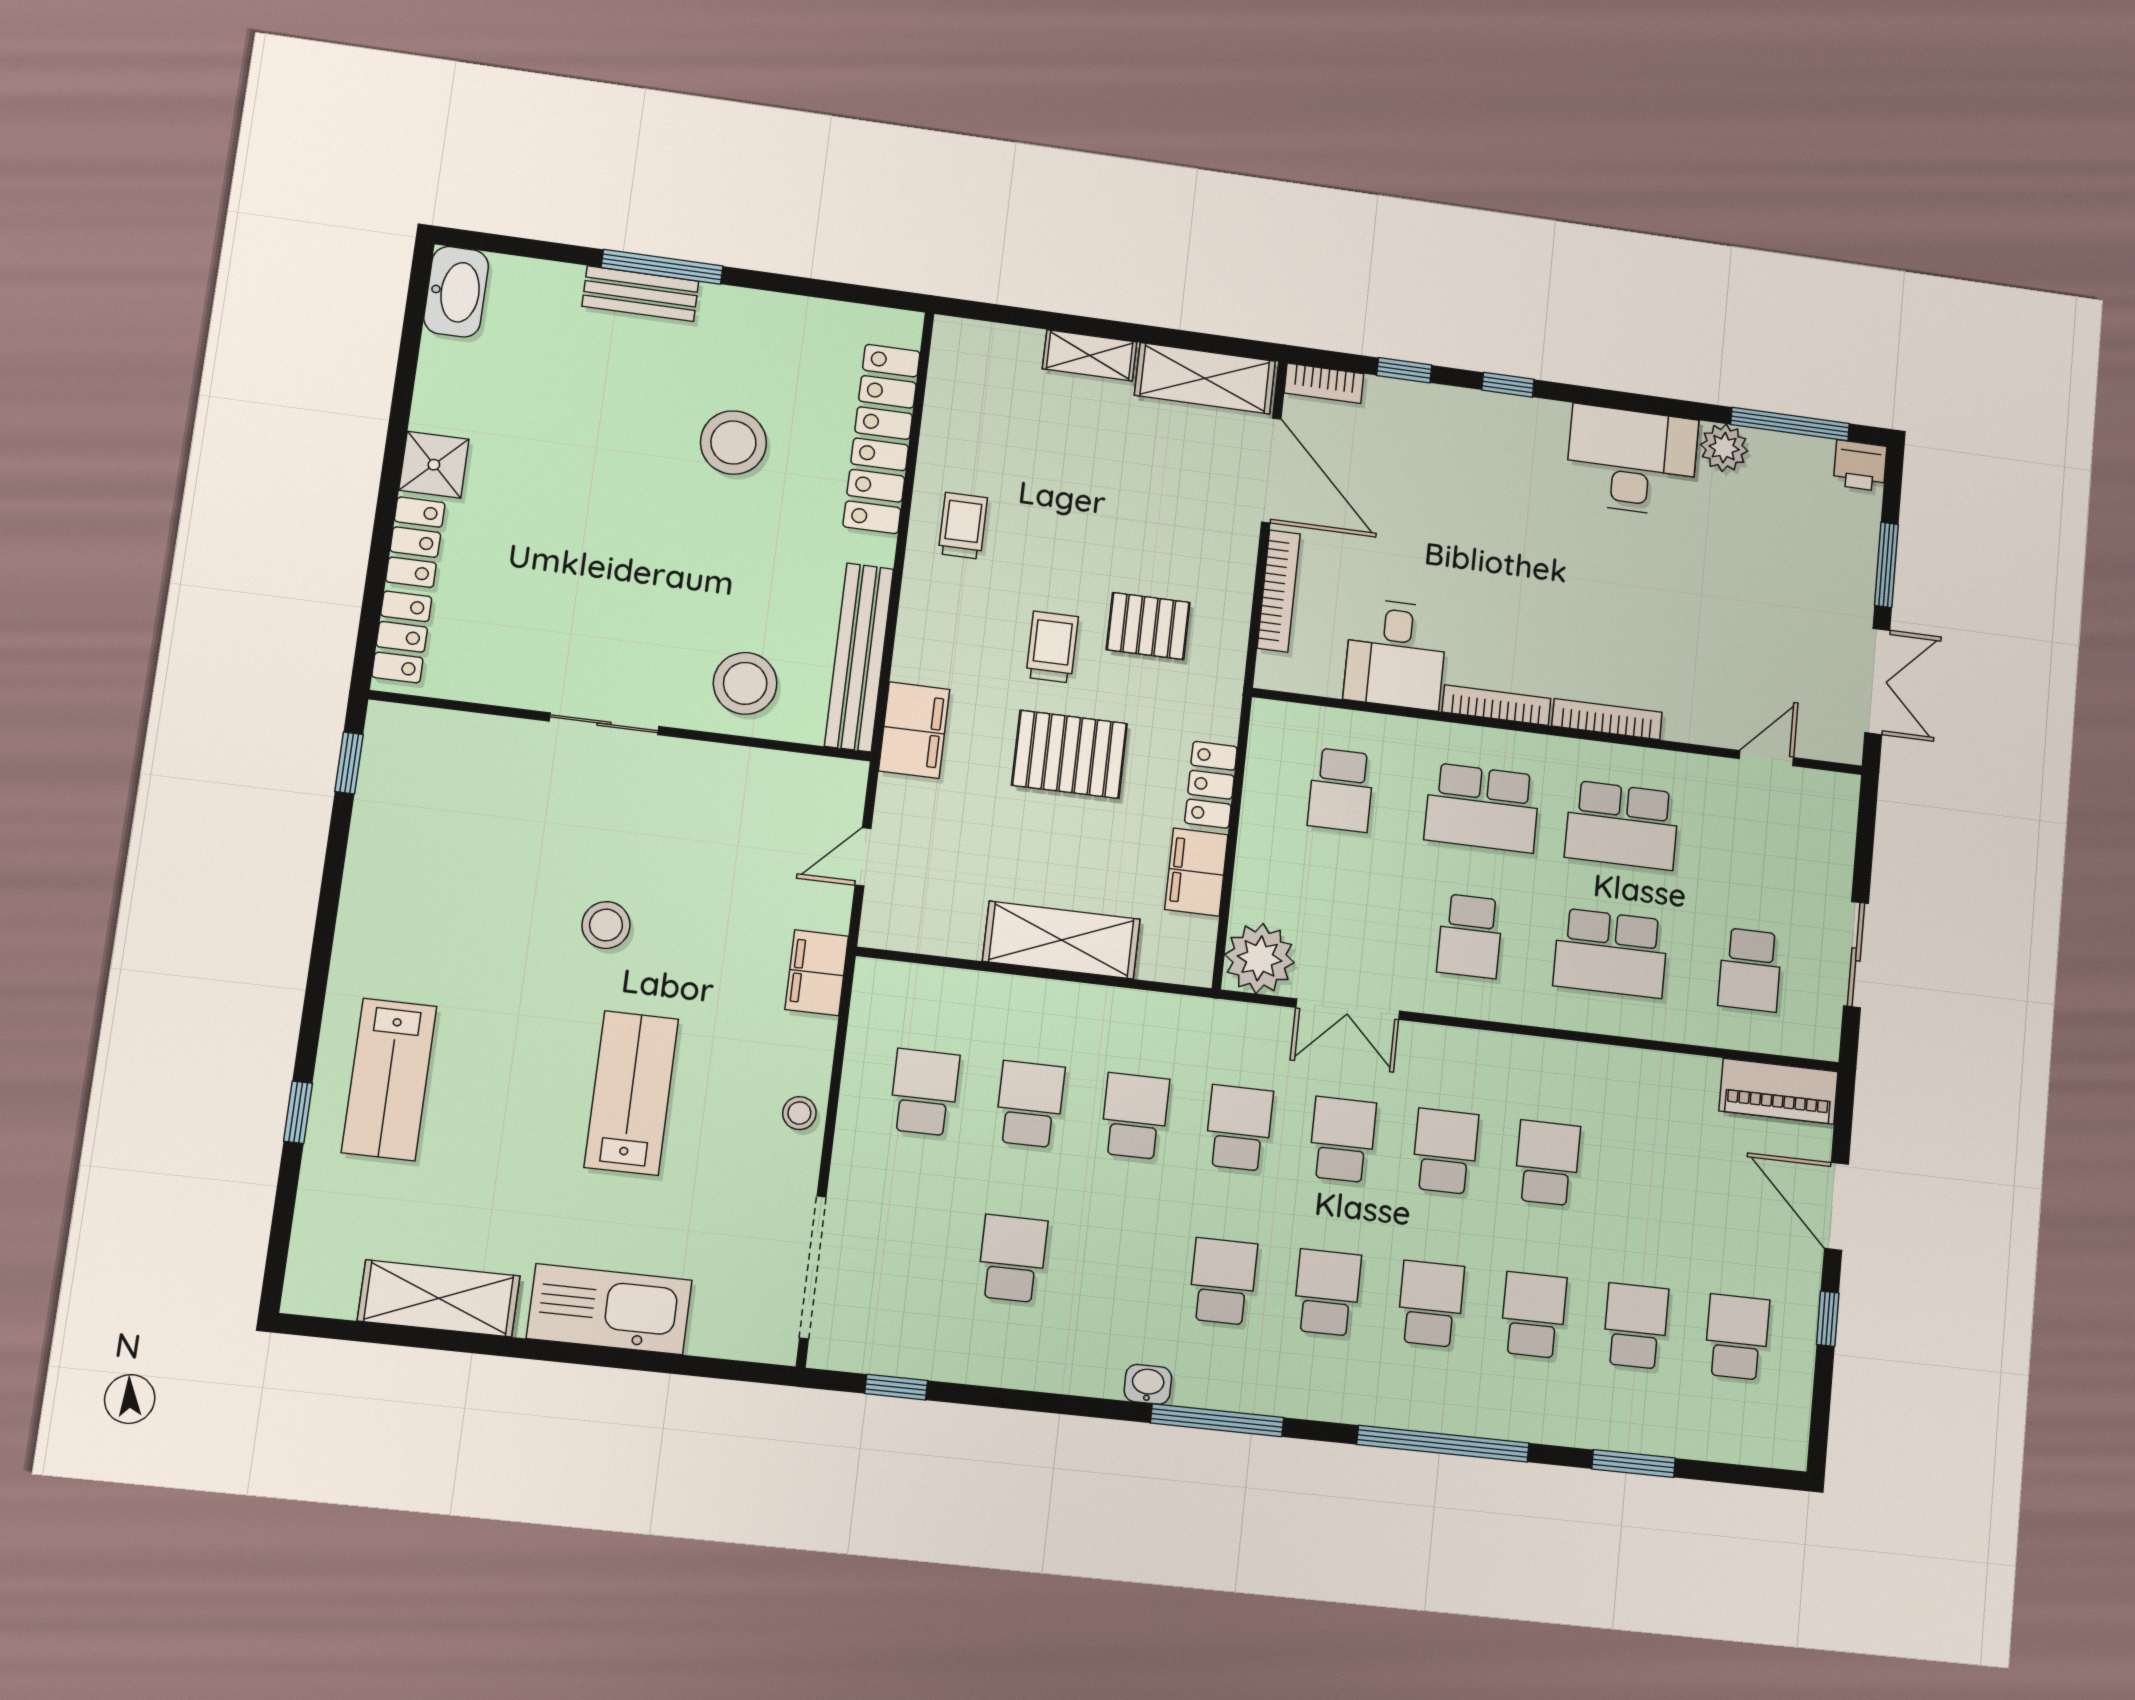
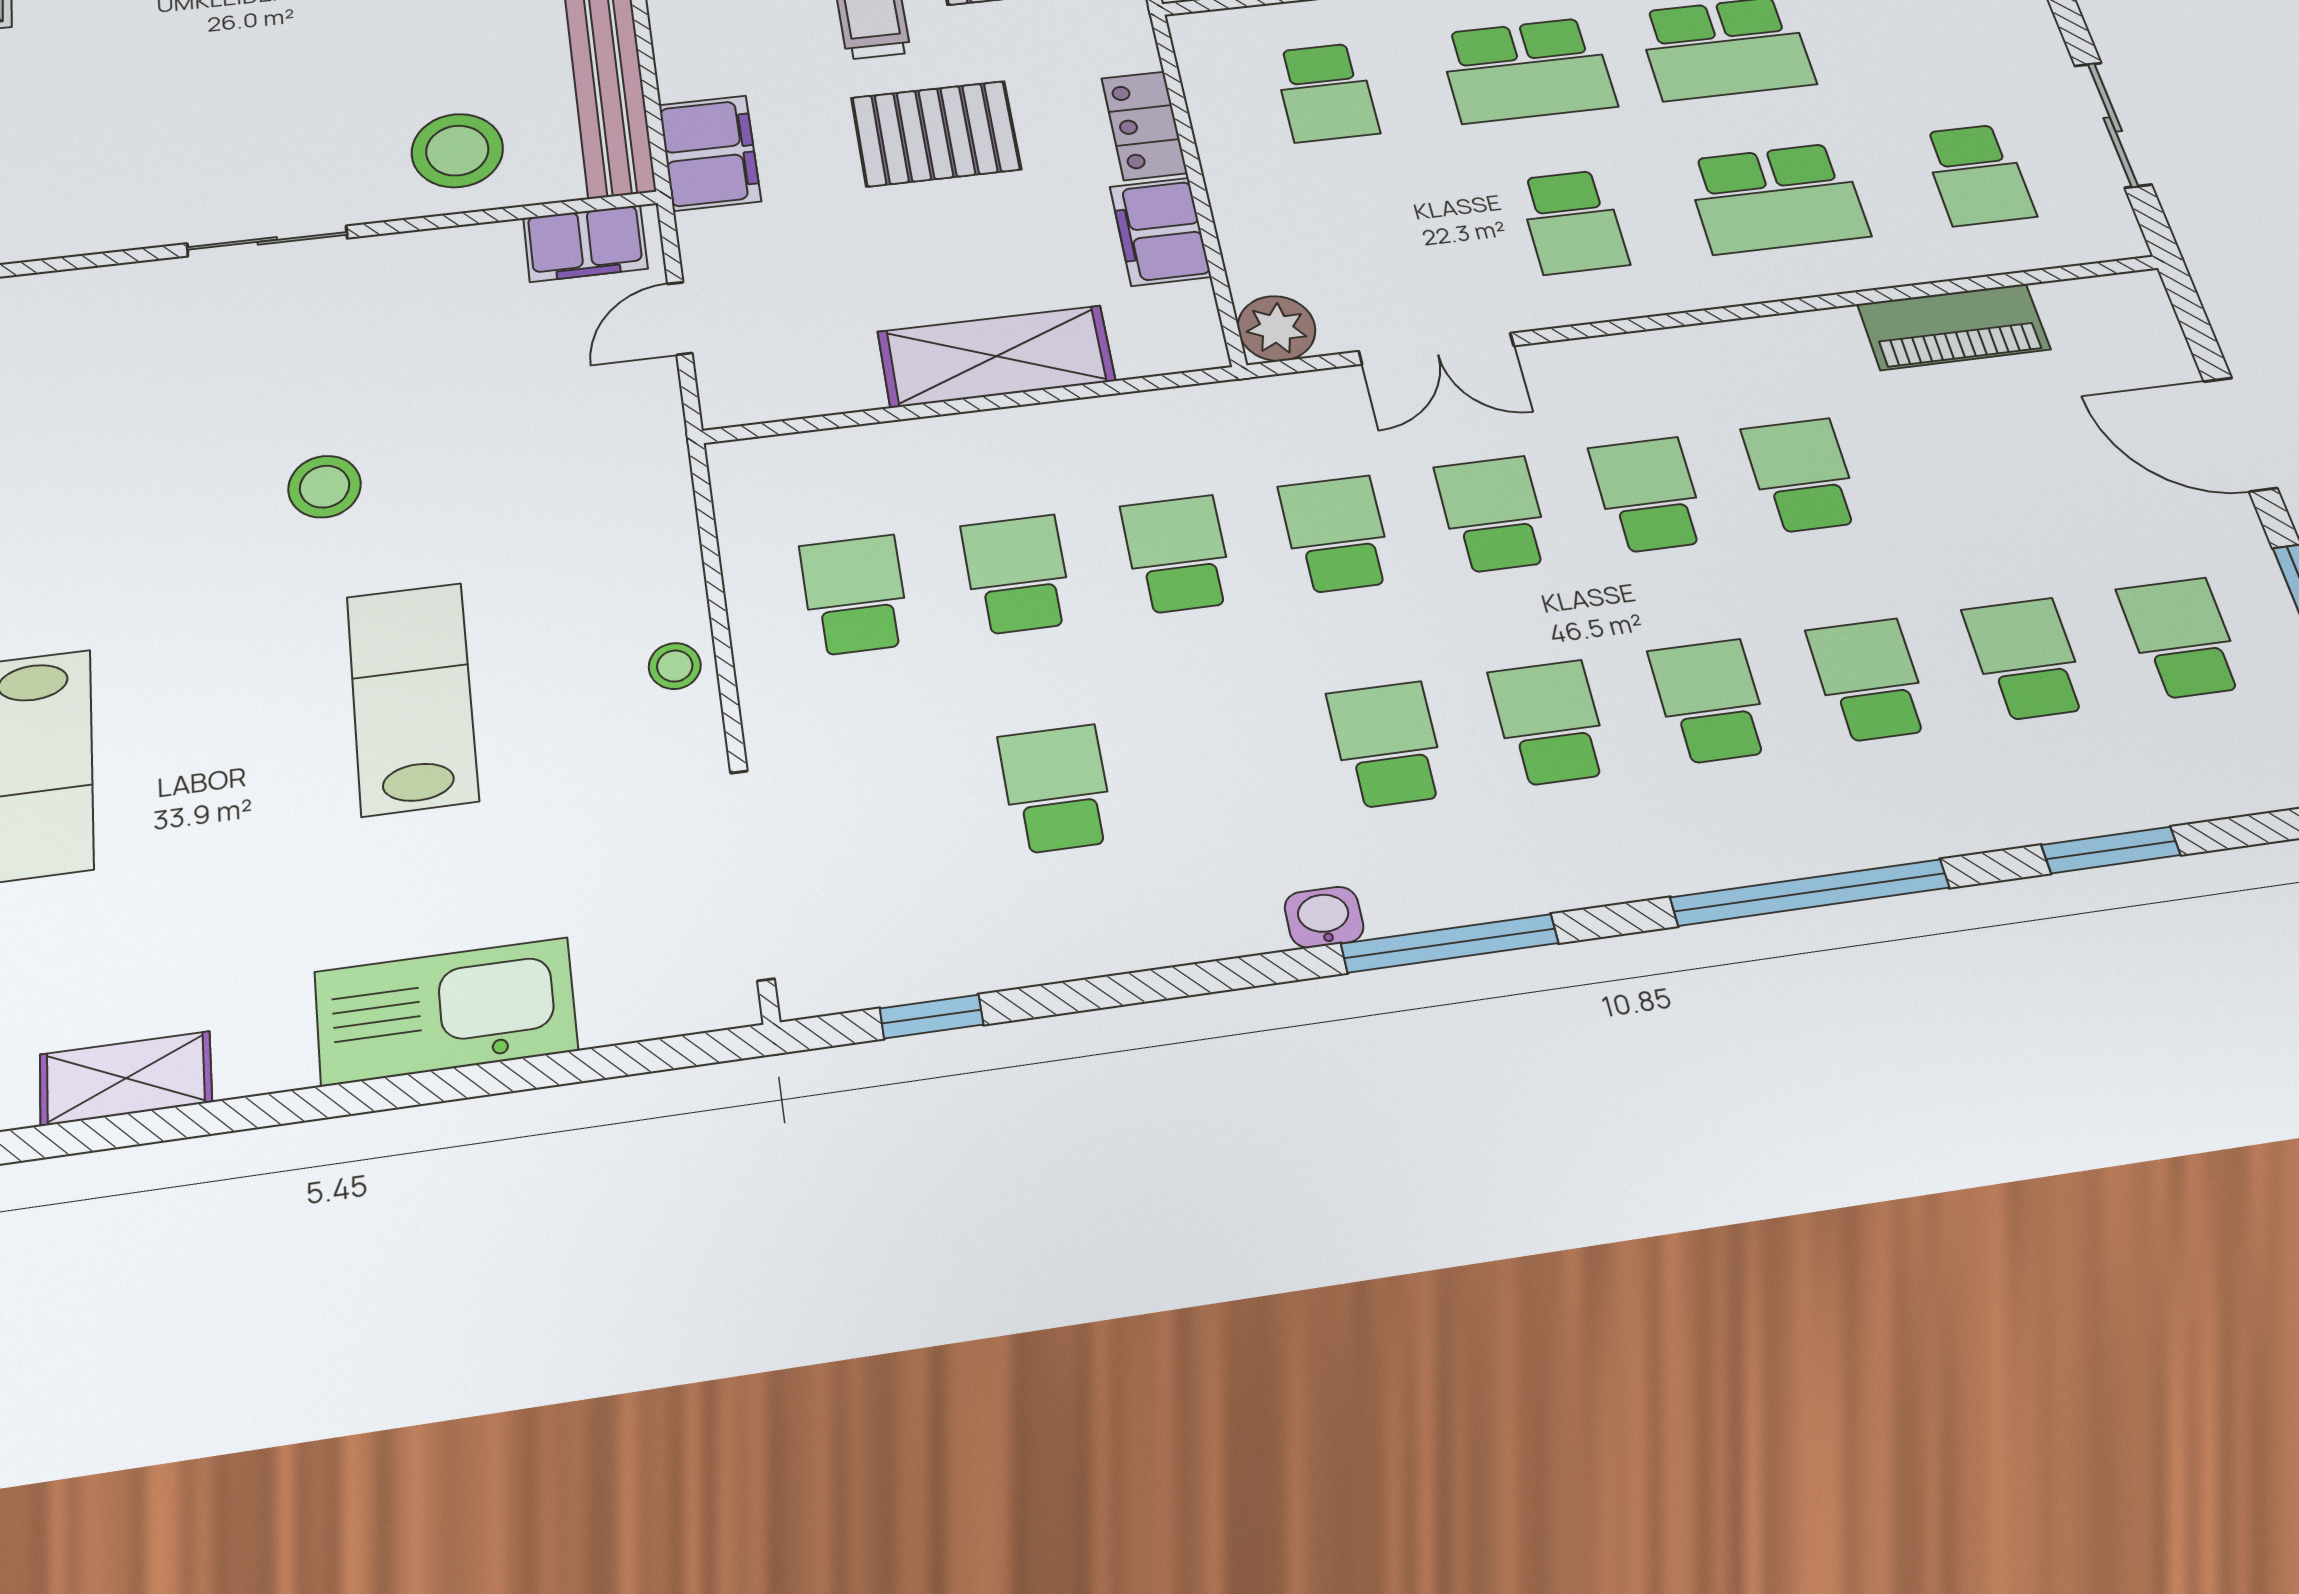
plant: (1260, 958) -> (1277, 328), width x0.73, depth x0.73
filing cabinet: (817, 973) -> (585, 243), moved, turned -90
piano: (1779, 1091) -> (1954, 327), moved
shelving: (439, 1298) -> (126, 1078), width x0.67, depth x0.75

